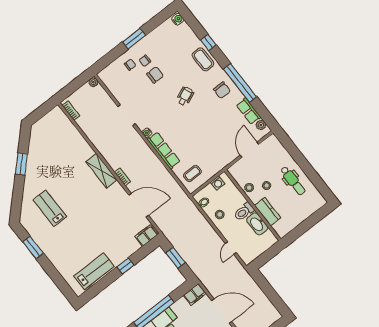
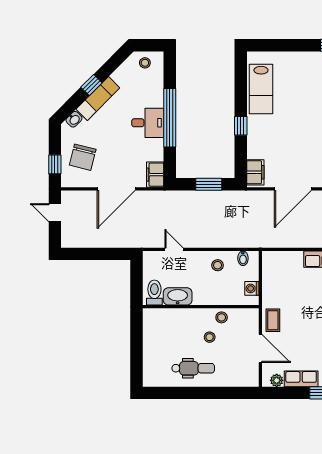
coffee table: (192, 174) -> (273, 320), moved
dental chair: (293, 181) -> (193, 368), turned 180
toilet: (244, 212) -> (154, 293), moved
kitchen counter: (268, 212) -> (182, 317), removed

